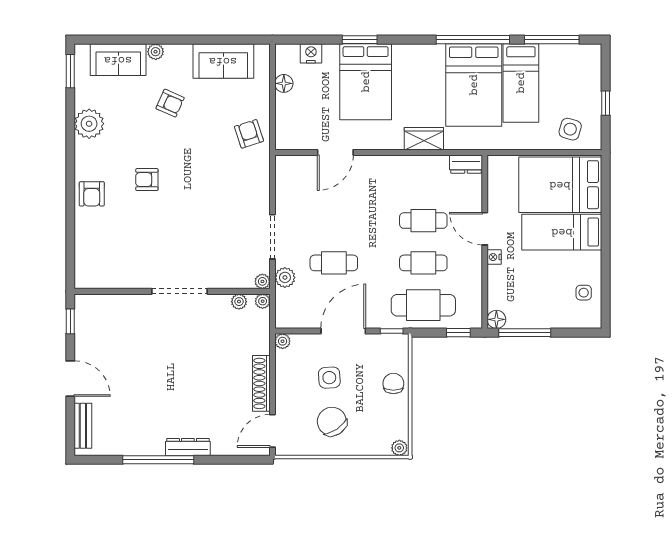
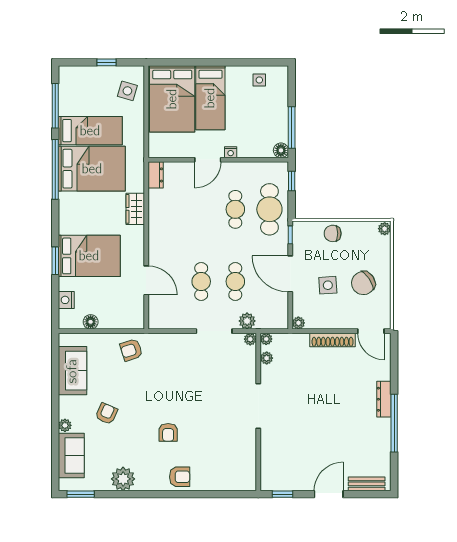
cafe table: (423, 221) -> (201, 281), moved

